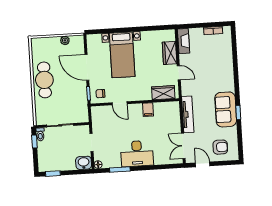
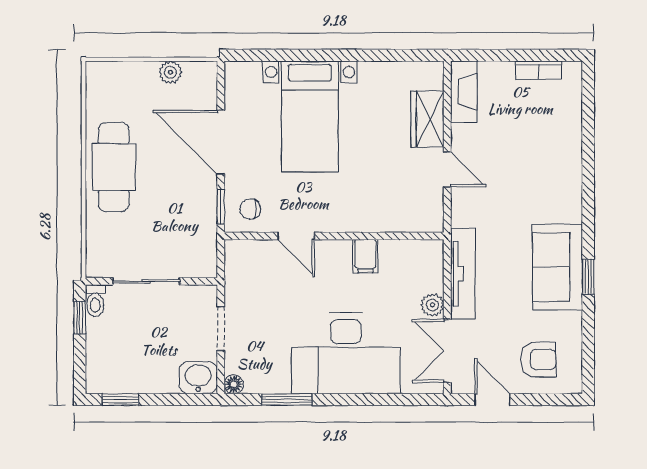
wardrobe: (163, 93) -> (406, 216), removed
plant: (176, 128) -> (432, 305), added
desk: (137, 154) -> (346, 353), width x1.36, depth x1.30

